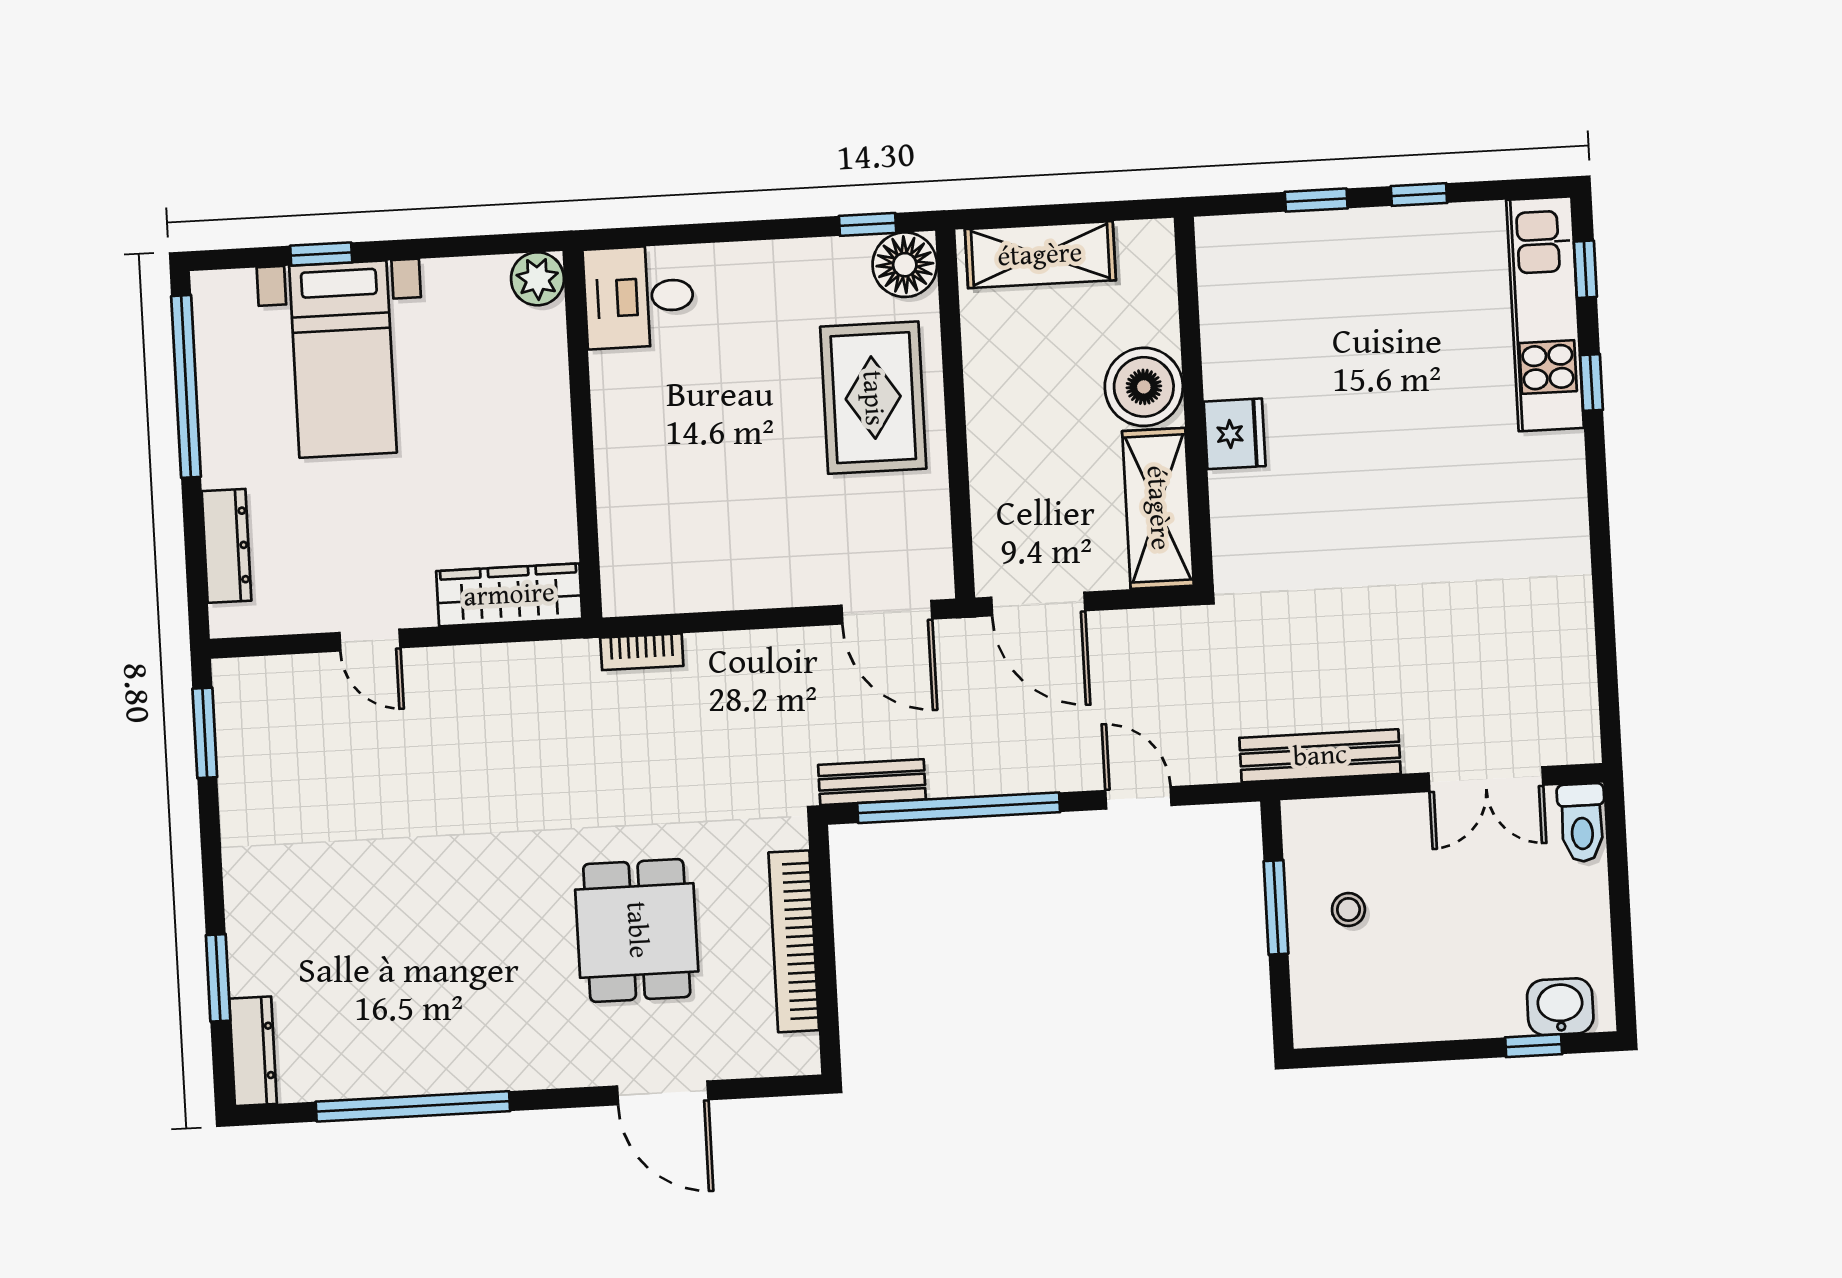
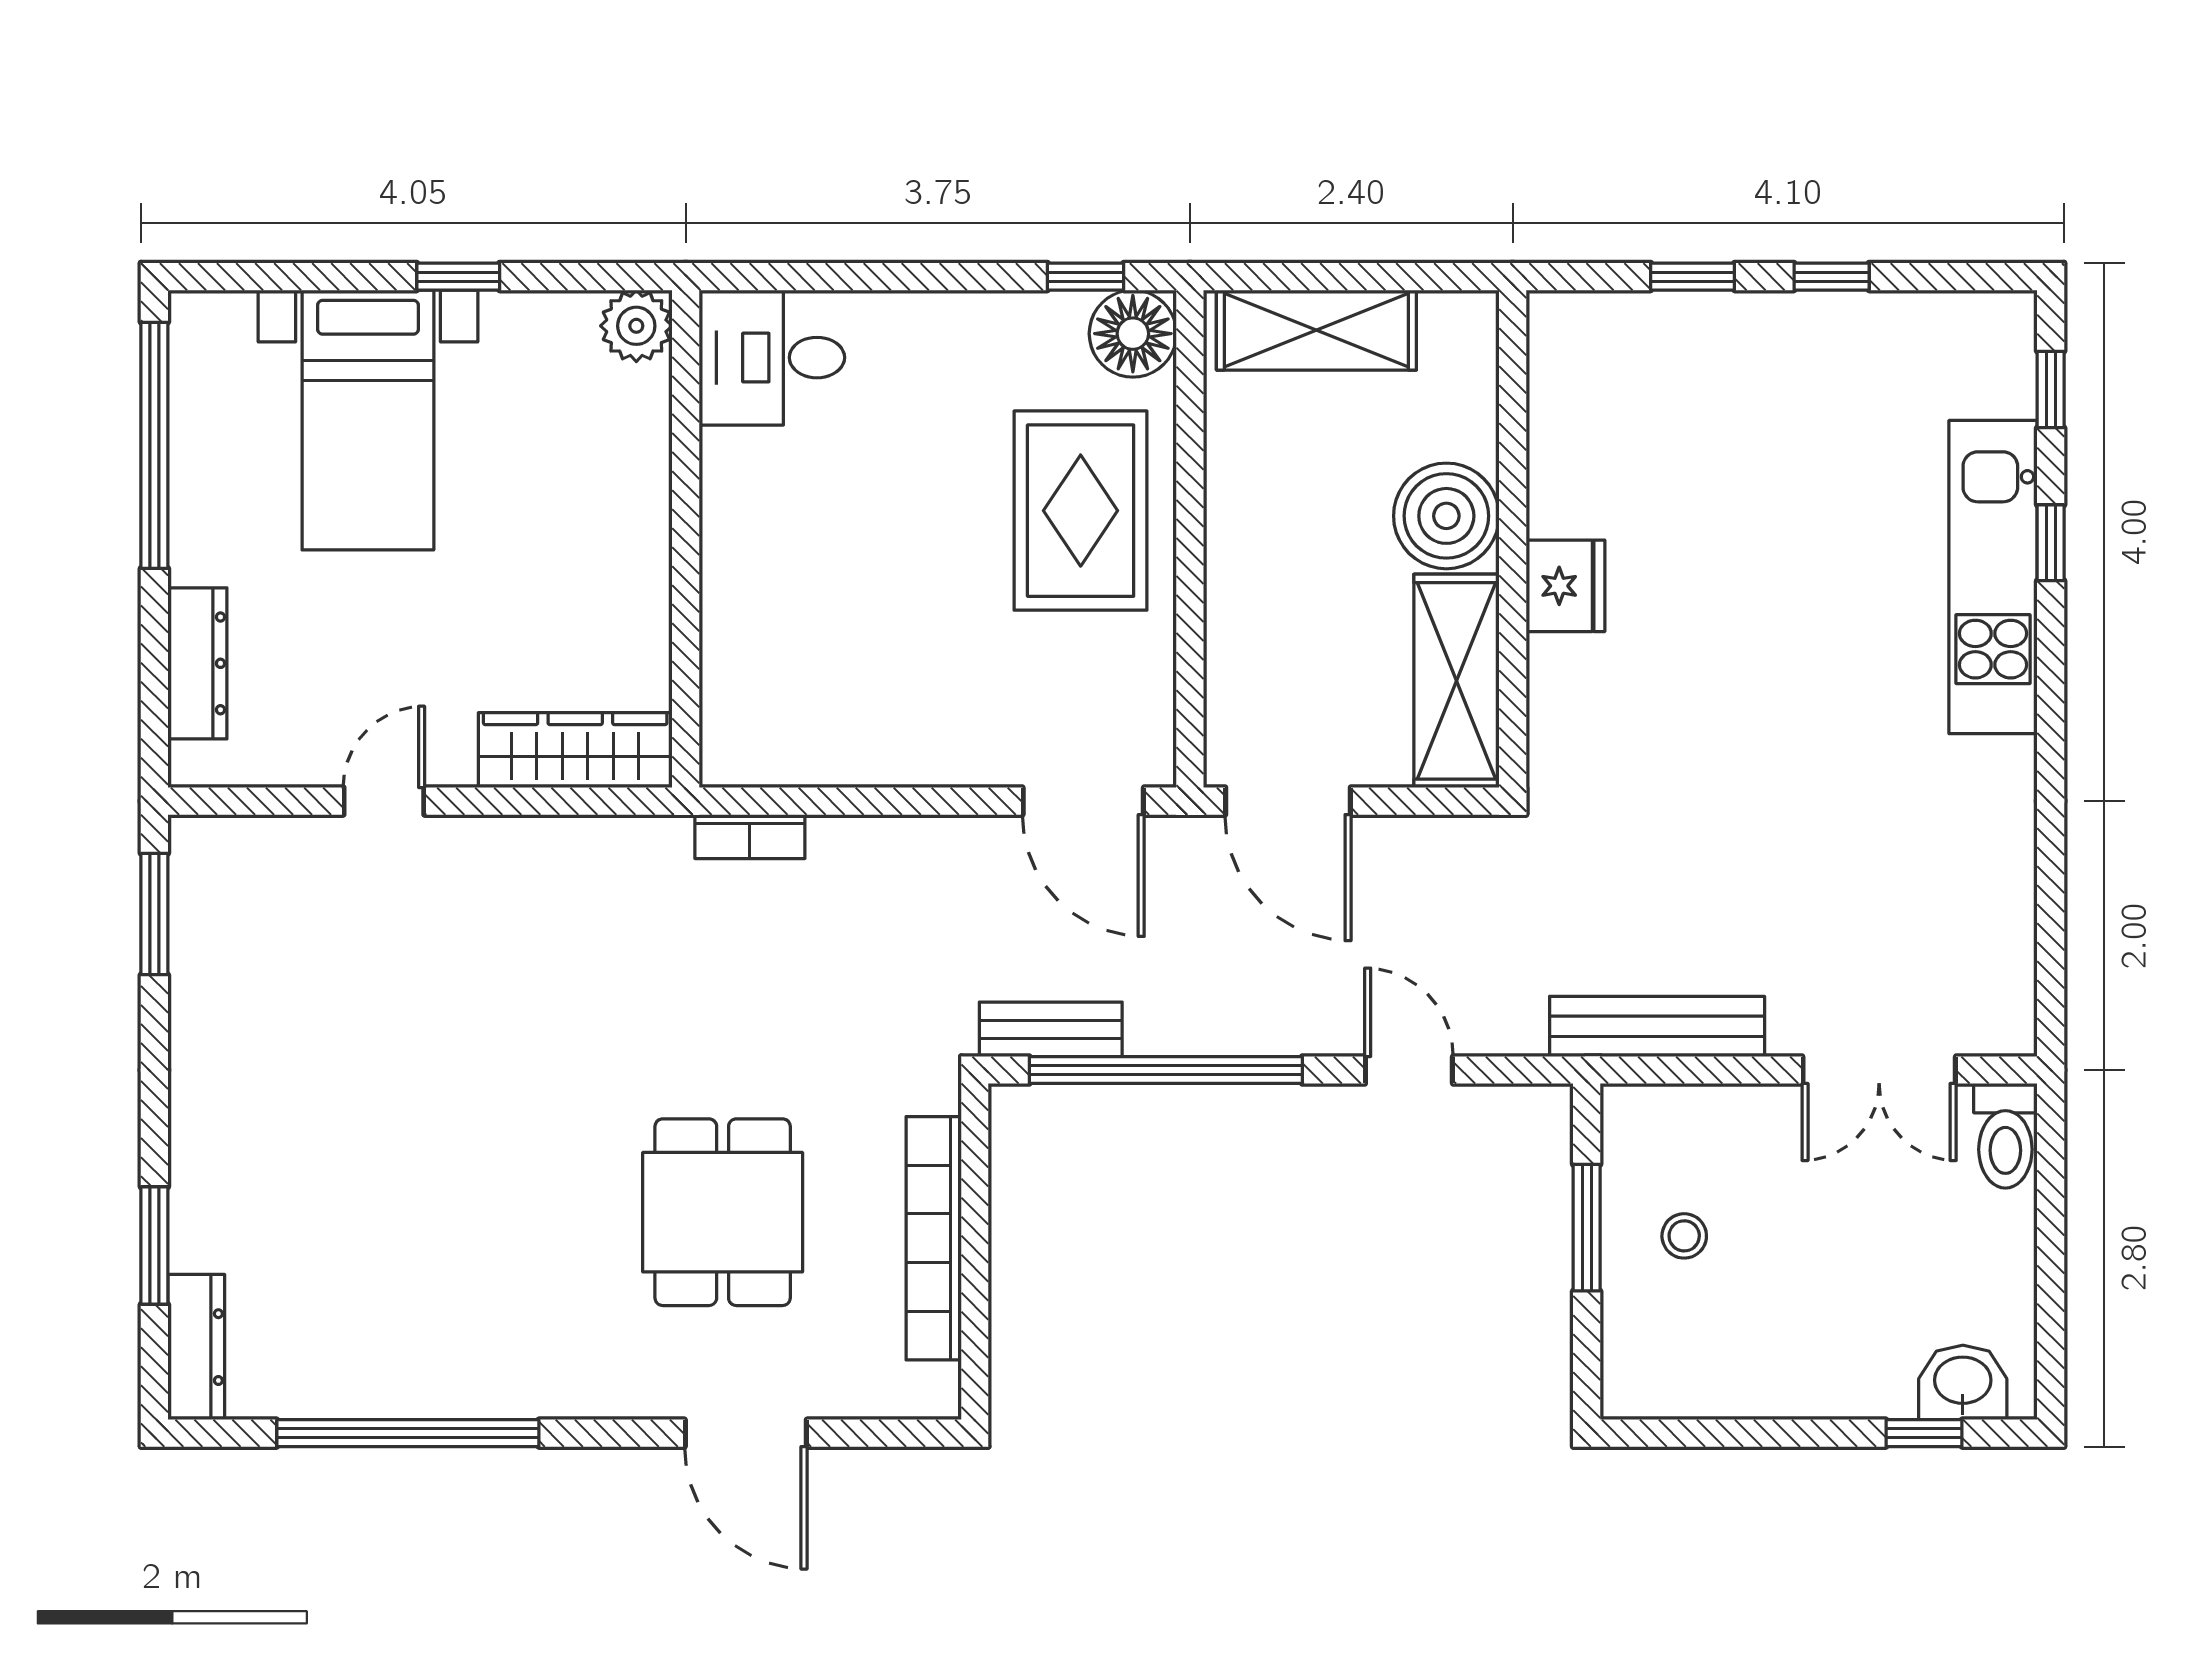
window: (321, 254) -> (458, 277), moved
kitchen unit: (1545, 314) -> (1993, 577), moved
door: (370, 640) -> (384, 801), swing flipped

